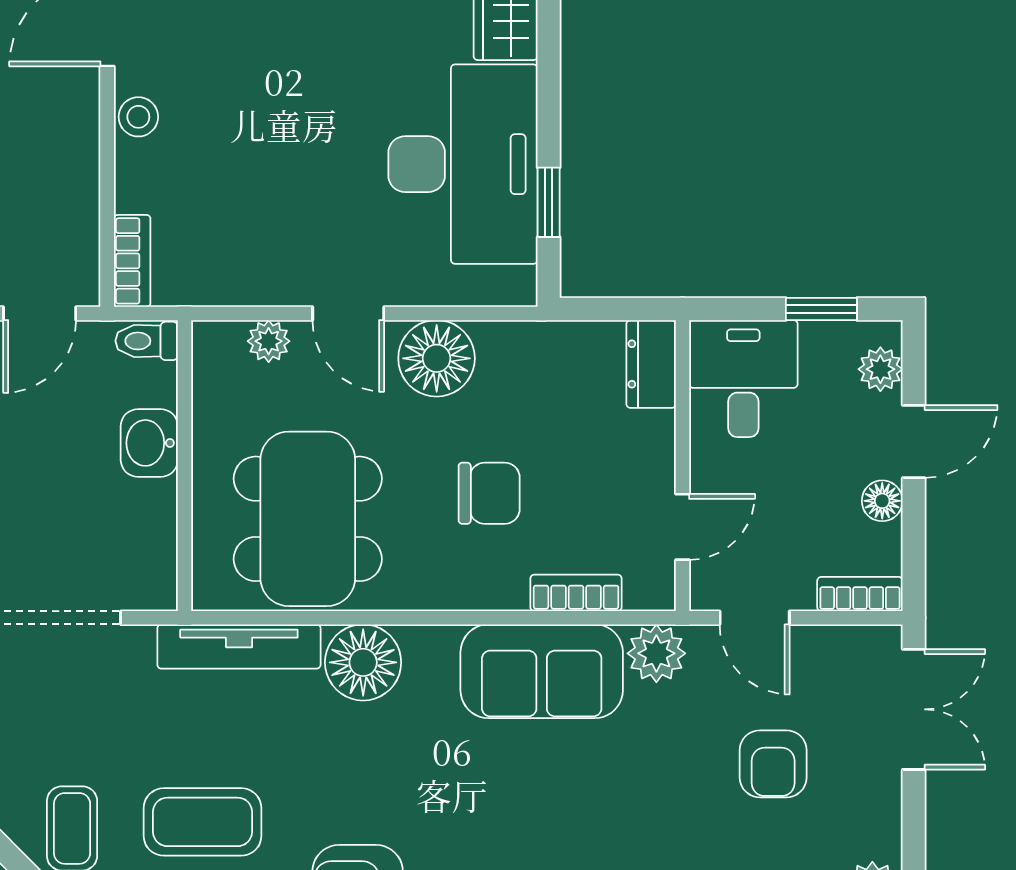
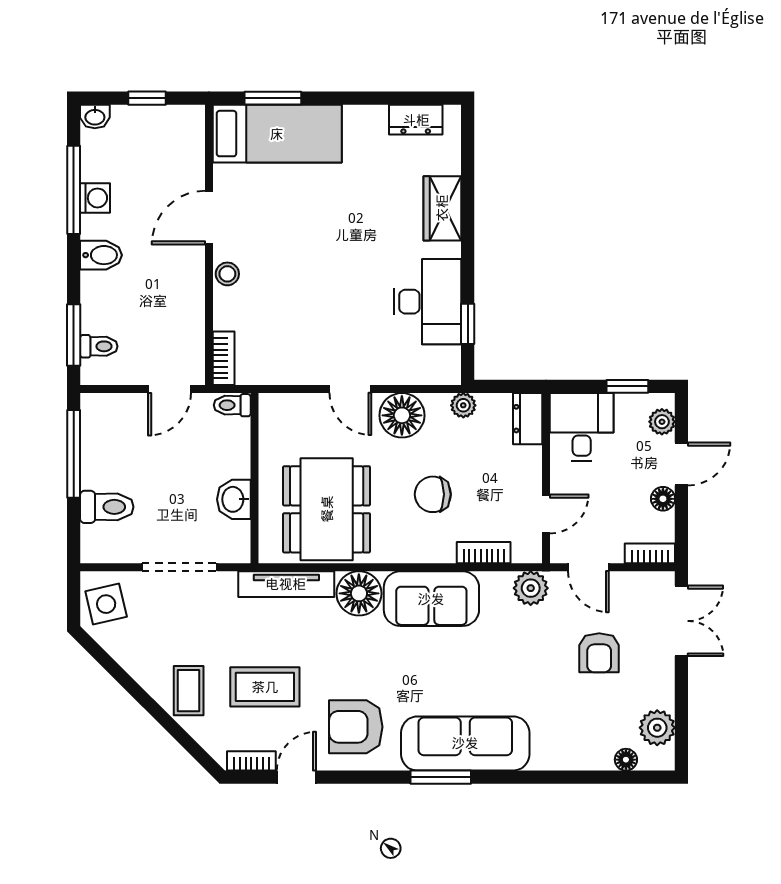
desk: (463, 164) -> (428, 302), width x0.73, depth x0.77
plant: (269, 341) -> (463, 405), moved
washbasin: (149, 443) -> (234, 499), moved
chair: (489, 493) -> (433, 494), turned 180
sofa: (542, 671) -> (431, 599), moved

